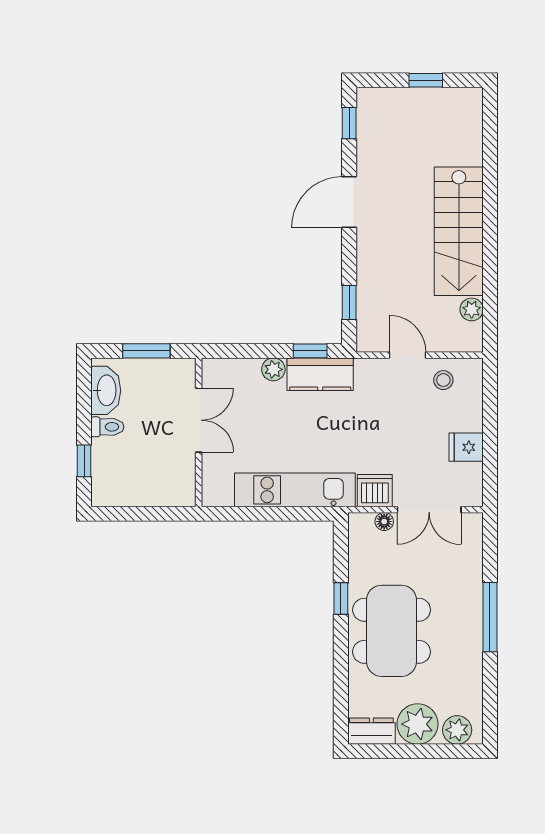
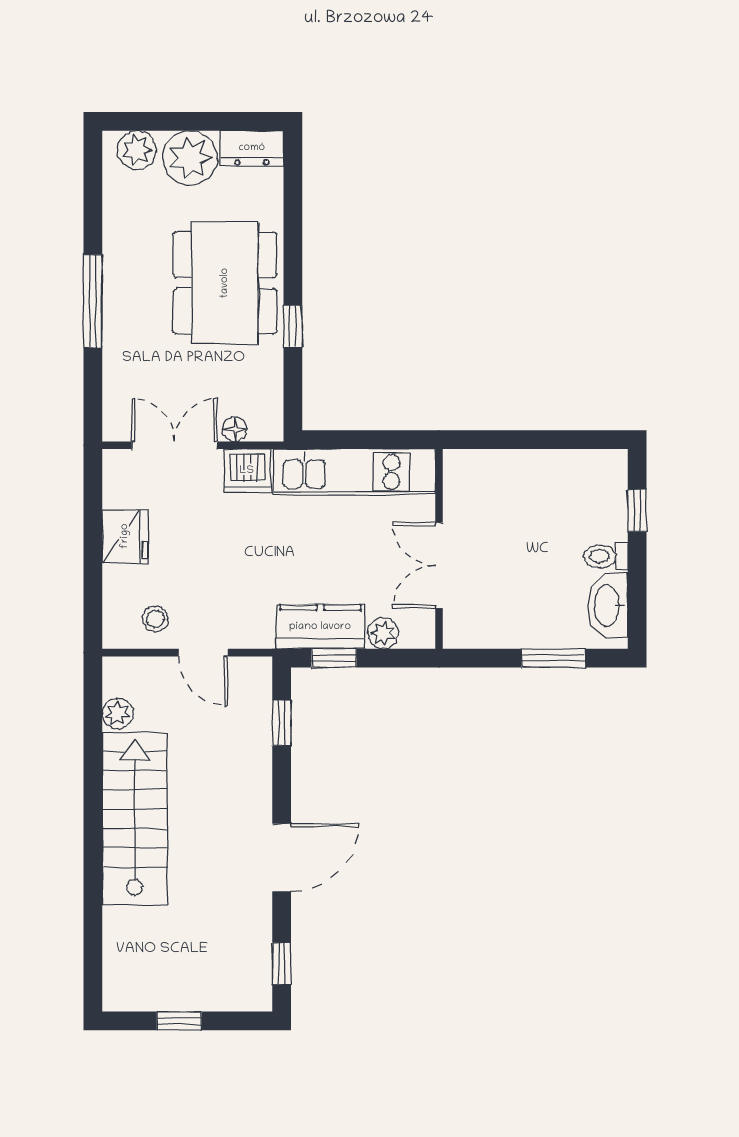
double door: (199, 420) -> (439, 565), moved
wall: (199, 432) -> (439, 549), moved
fridge: (466, 447) -> (125, 536), width x1.38

